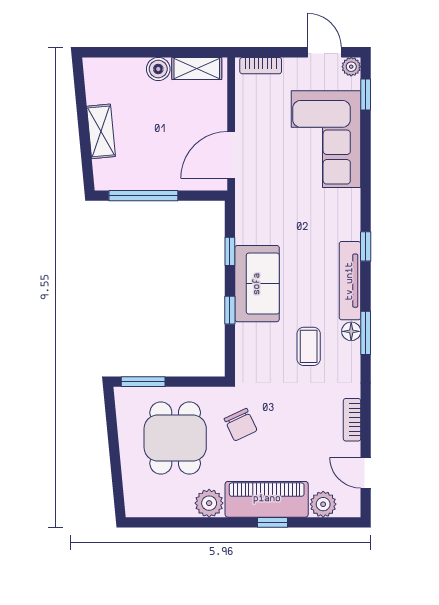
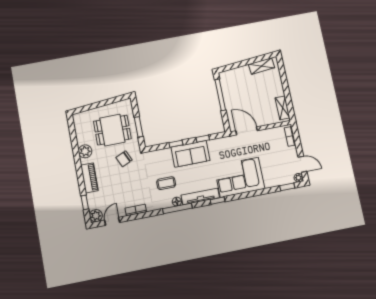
door: (324, 52) -> (302, 164), hinge flipped
boiler: (158, 69) -> (279, 91), removed
shelving: (101, 131) -> (261, 66), moved
corner sofa: (326, 139) -> (239, 177), moved
window: (366, 333) -> (177, 208), width x1.44
window: (143, 382) -> (139, 127), moved
piano: (267, 499) -> (89, 178), width x0.73, depth x0.75
plant: (323, 504) -> (96, 216), moved
window: (272, 522) -> (85, 202), moved

